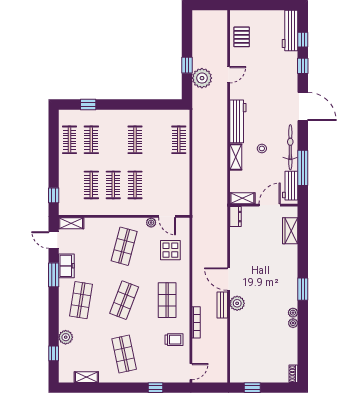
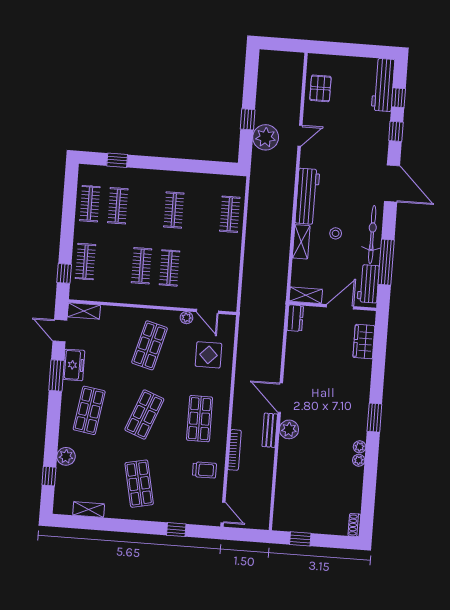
clothes rail: (91, 185) -> (86, 262), moved
door: (191, 372) -> (223, 513), hinge flipped

